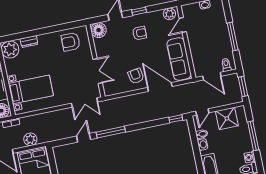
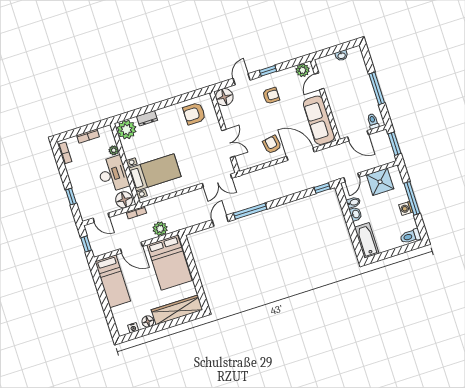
washing machine: (250, 157) -> (406, 208), moved

